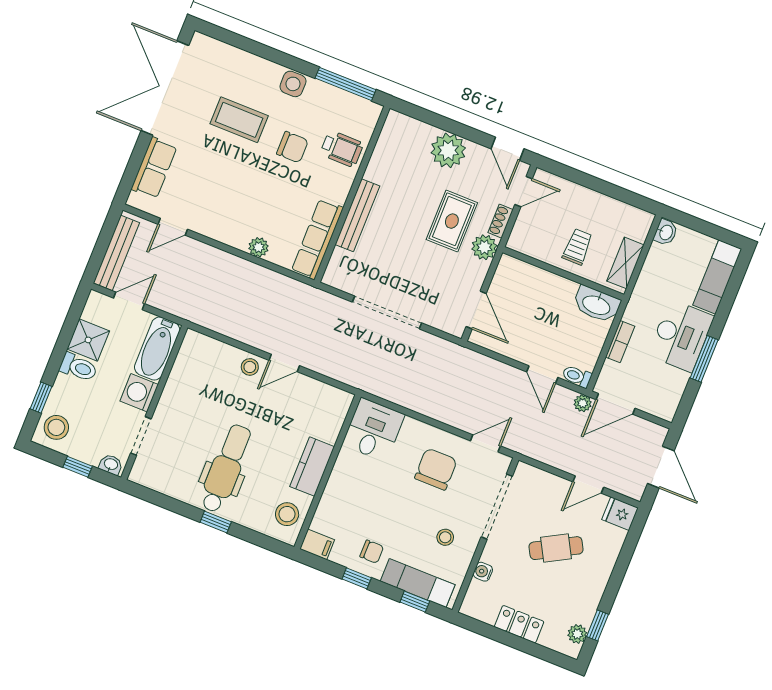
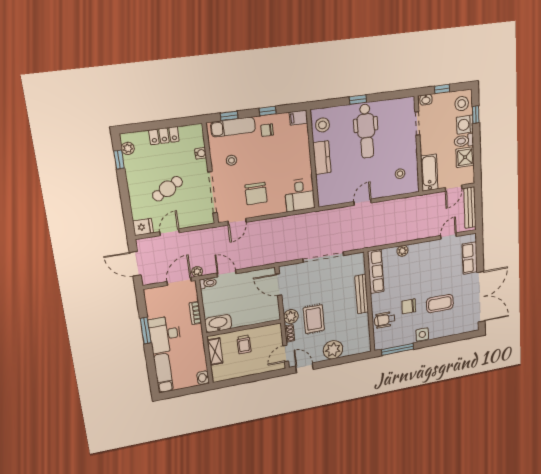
stool: (250, 367) -> (400, 174), moved
washing machine: (139, 393) -> (465, 125), moved, turned 180

